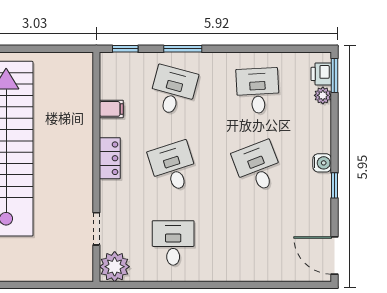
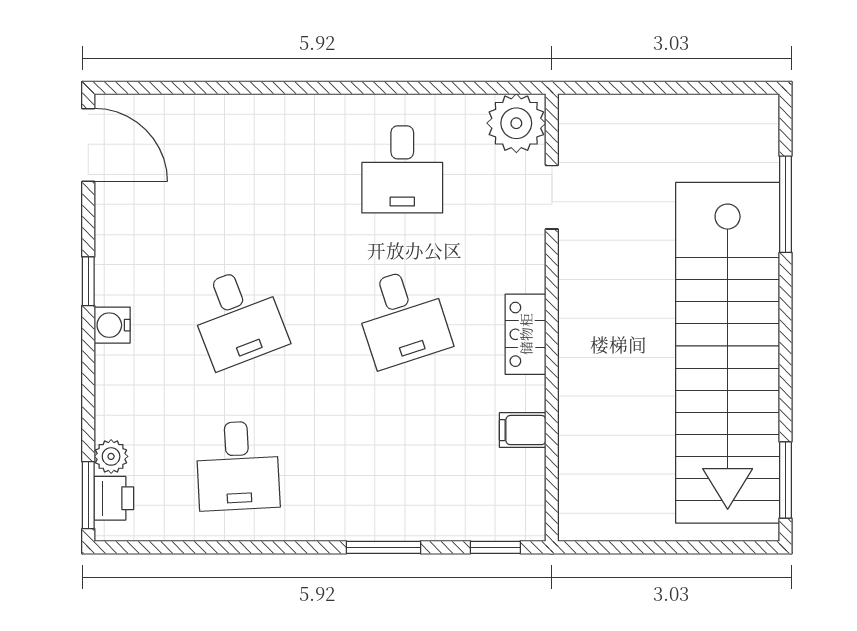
desk: (173, 91) -> (402, 466), removed

